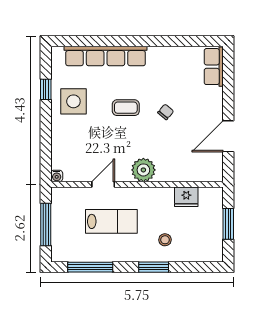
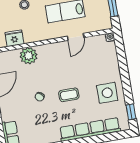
window: (46, 89) -> (131, 112), moved
plant: (143, 170) -> (29, 56), moved

